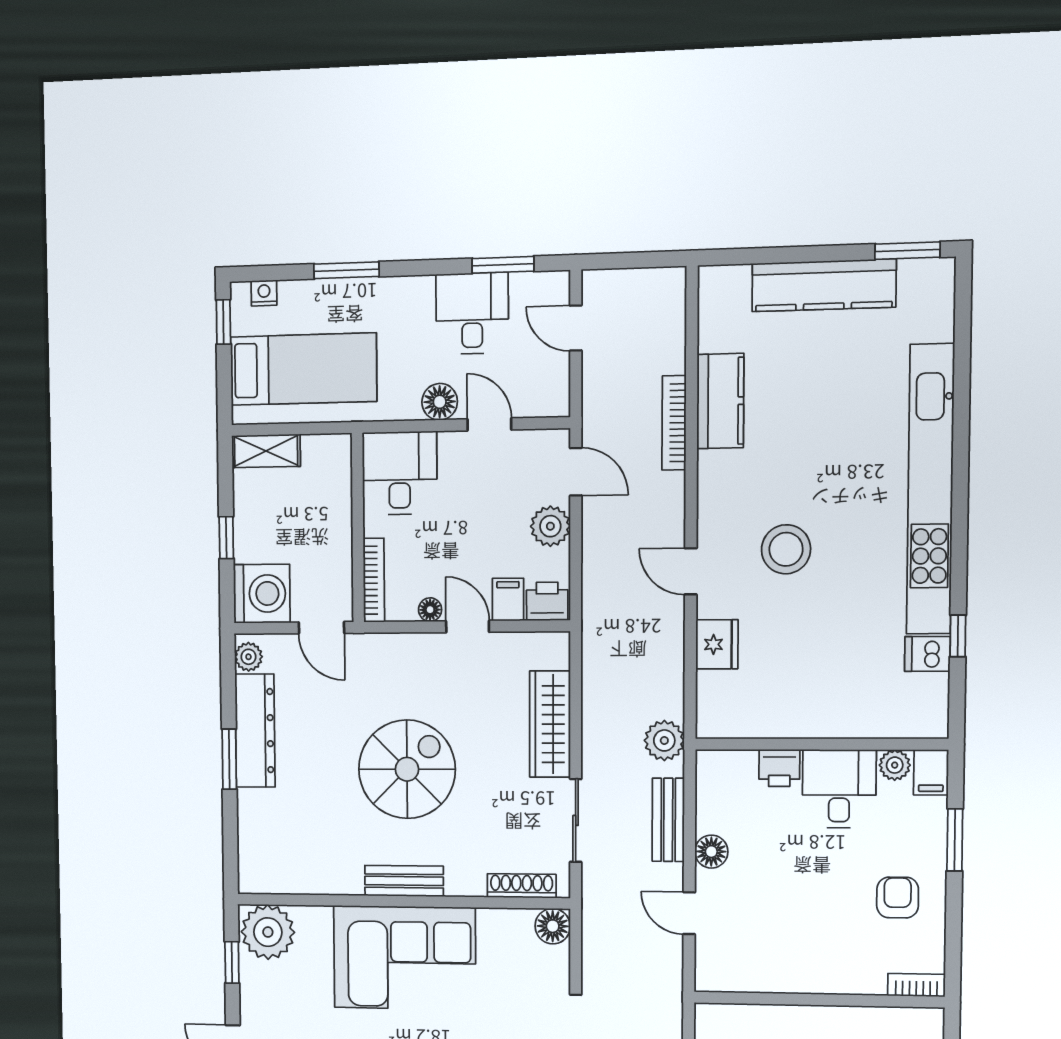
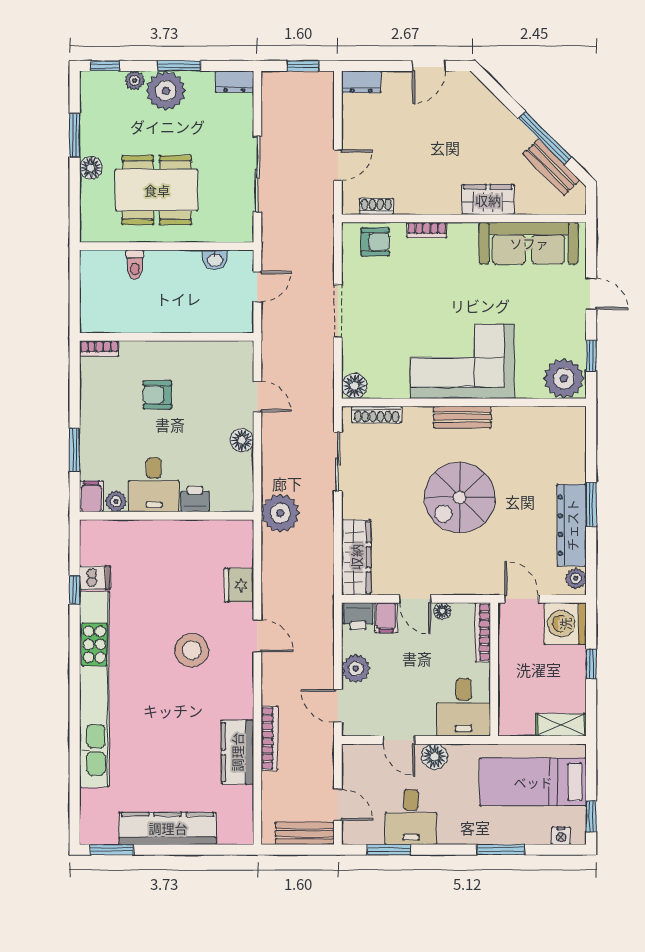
wardrobe: (550, 724) -> (356, 557), moved
plant: (664, 740) -> (280, 513), width x1.36, depth x1.36
bench: (668, 820) -> (305, 833), moved, turned 90
armchair: (898, 898) -> (157, 395), moved, turned 90

